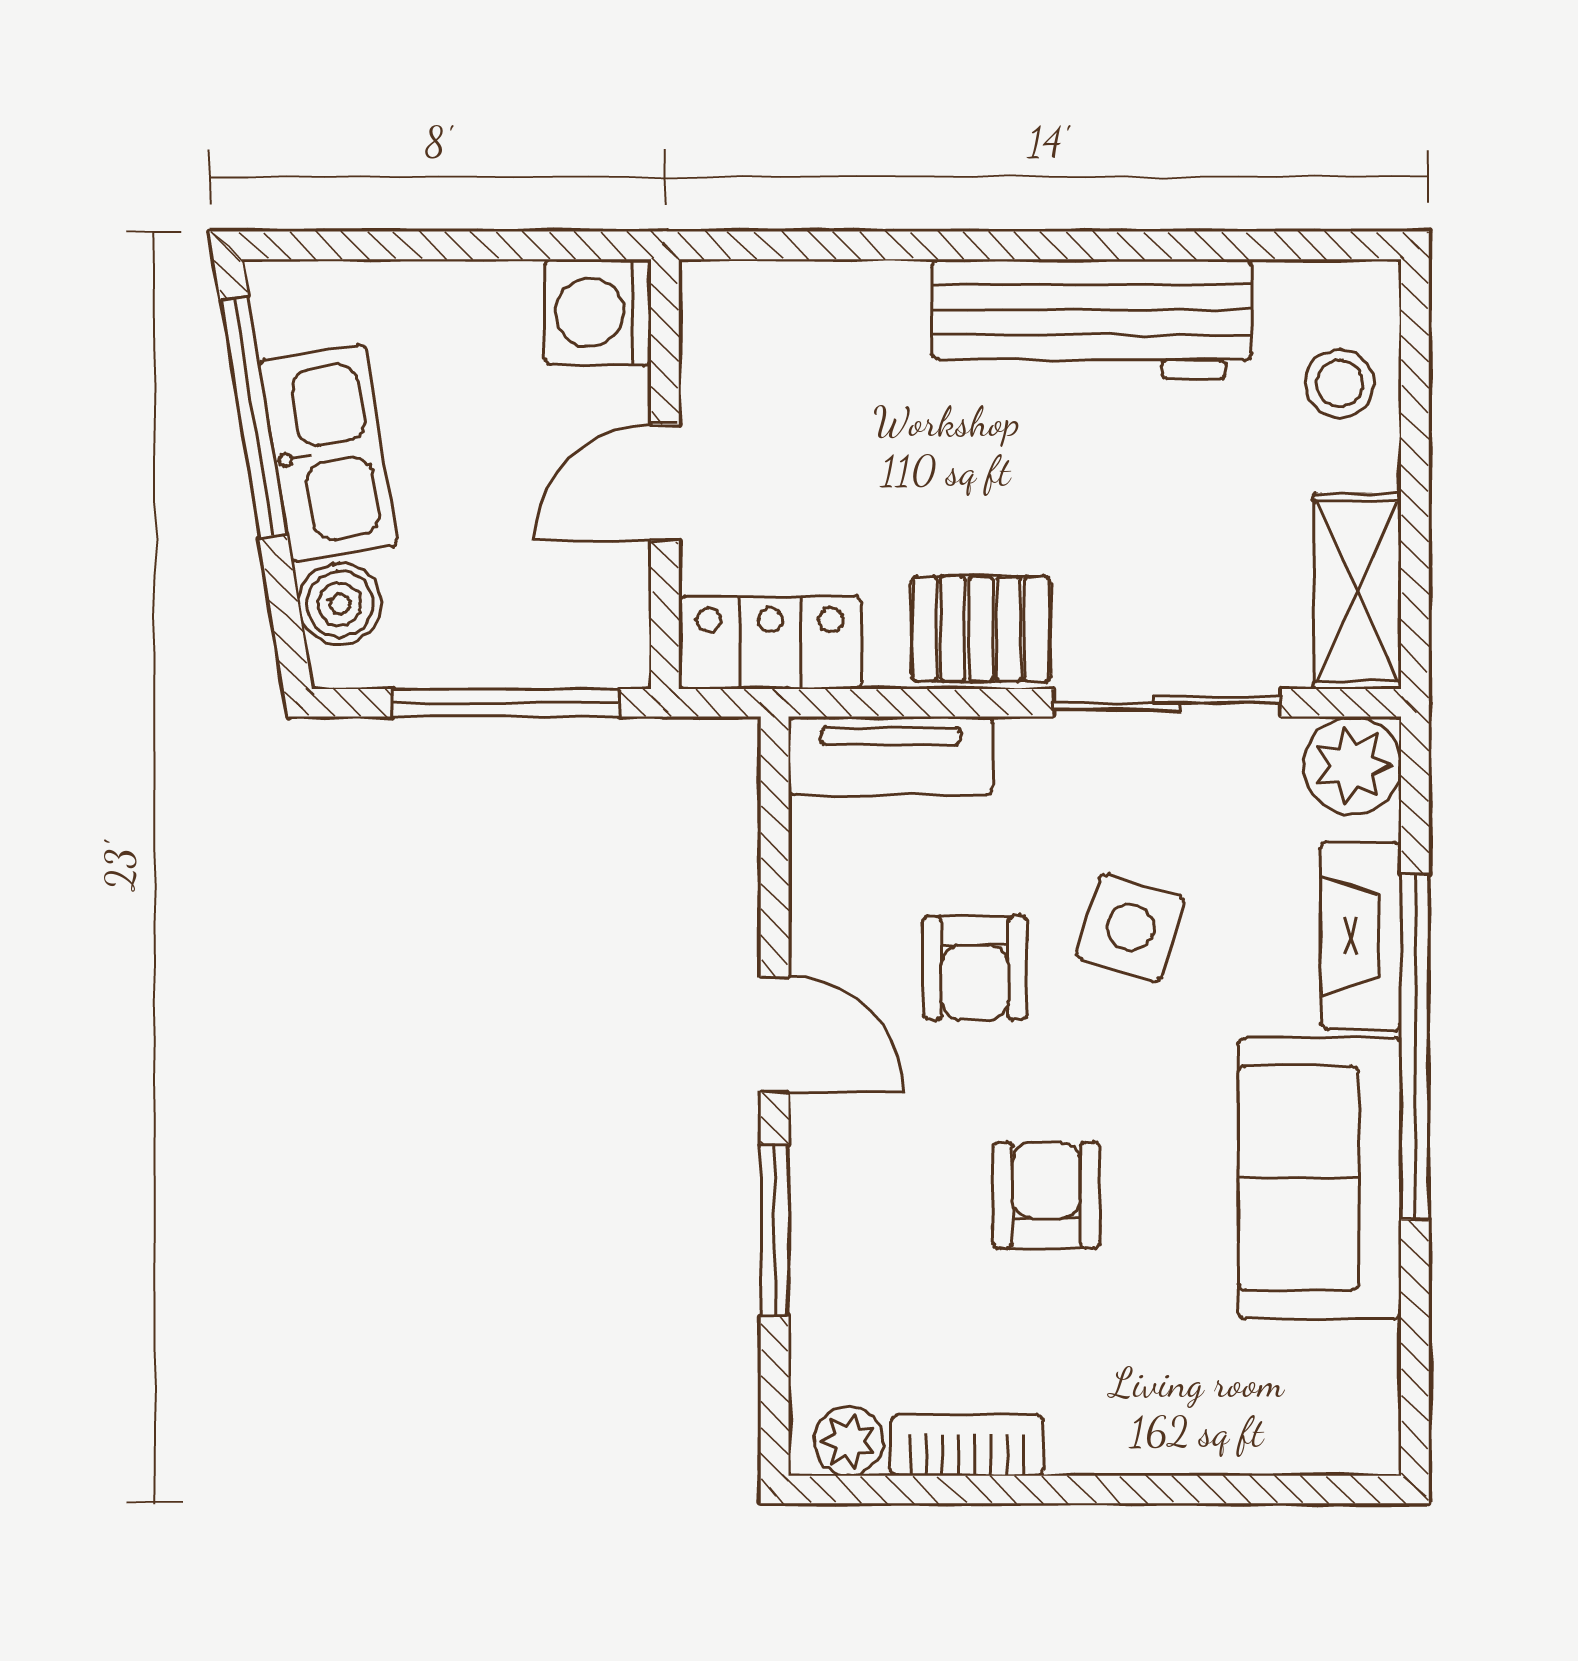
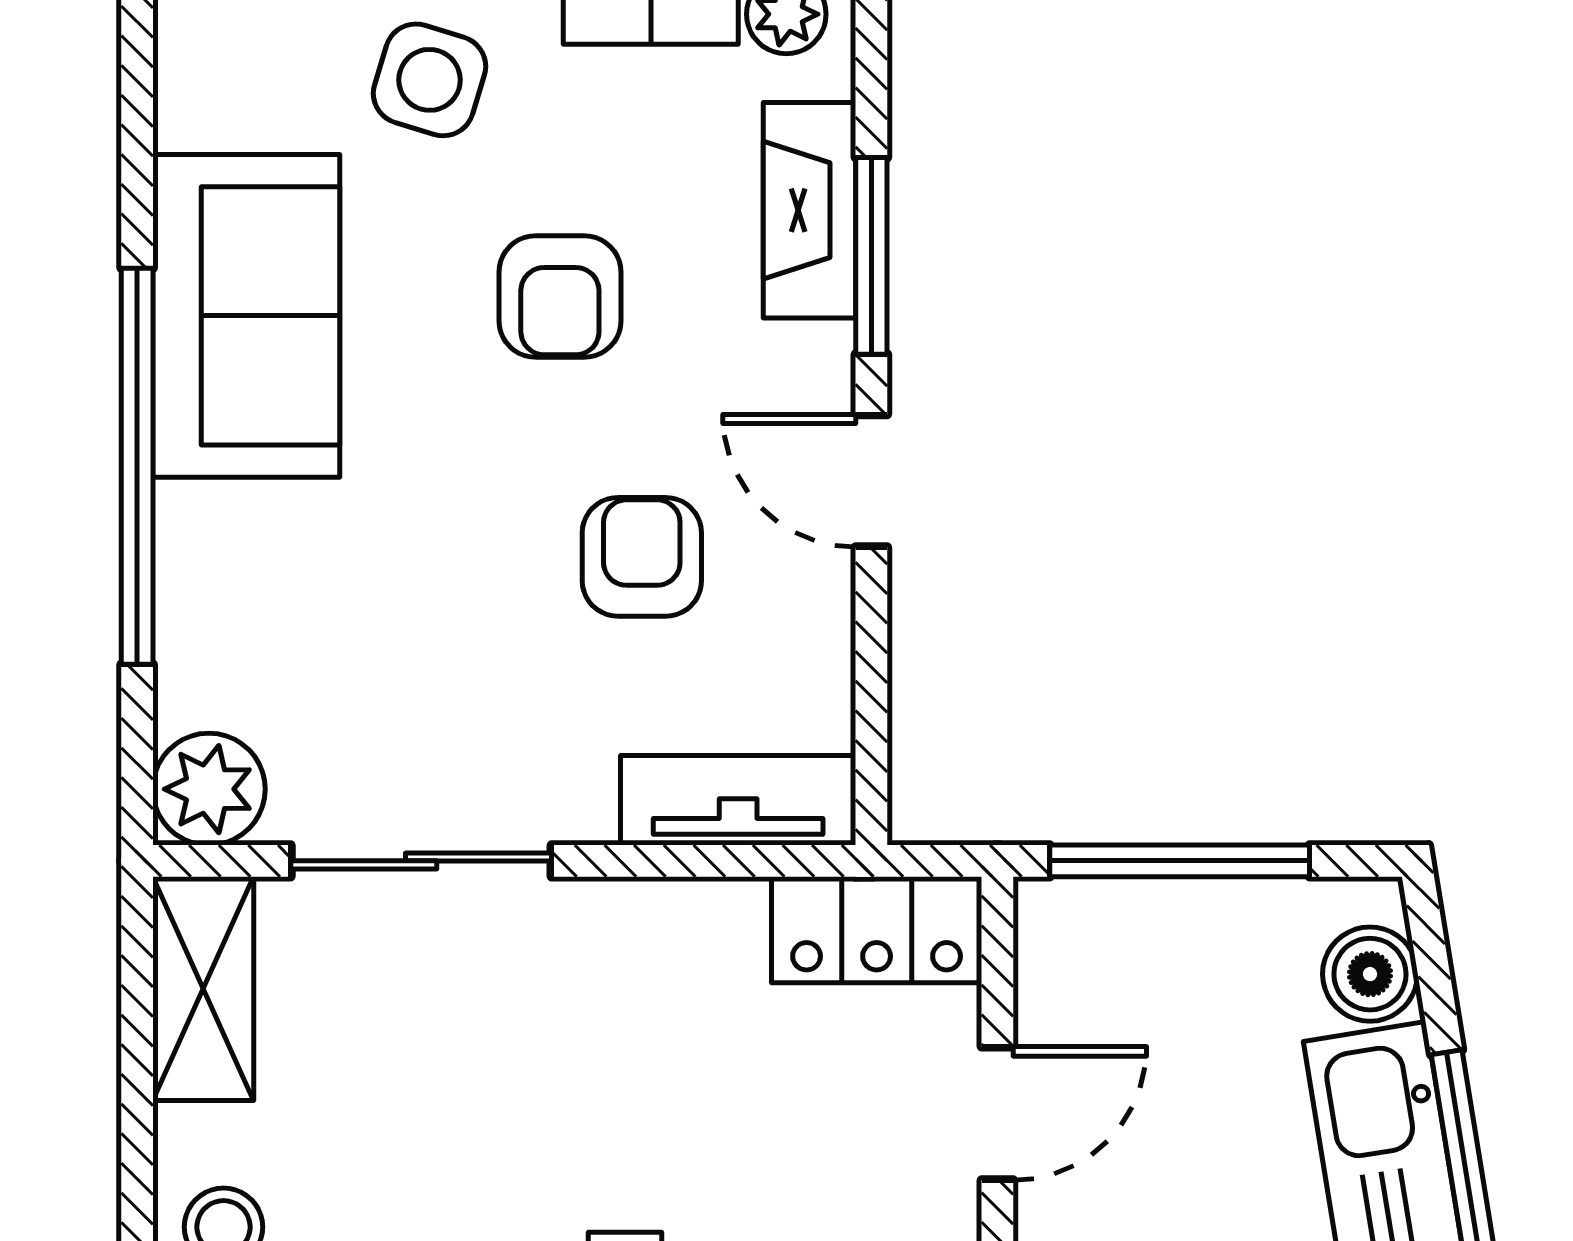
pallet: (981, 629) -> (635, 946), removed
side table: (1130, 928) -> (430, 80), moved
fireplace: (1361, 936) -> (810, 210), moved, turned 180

